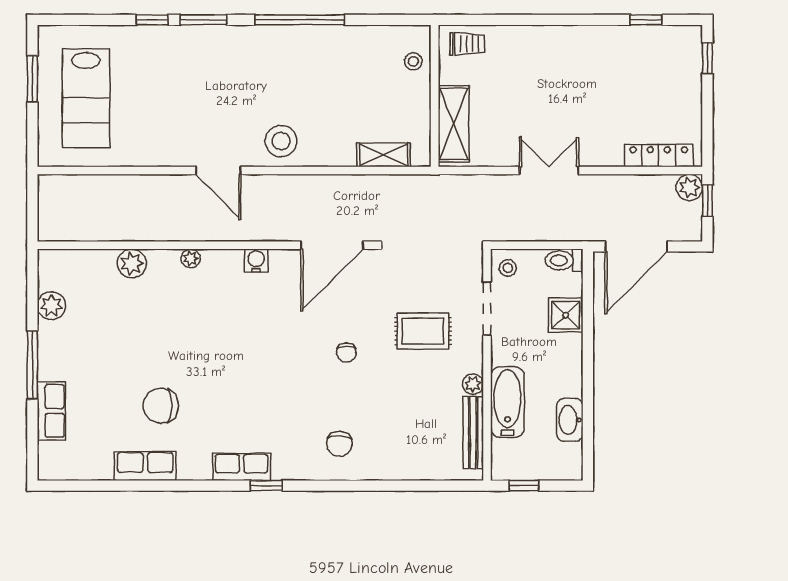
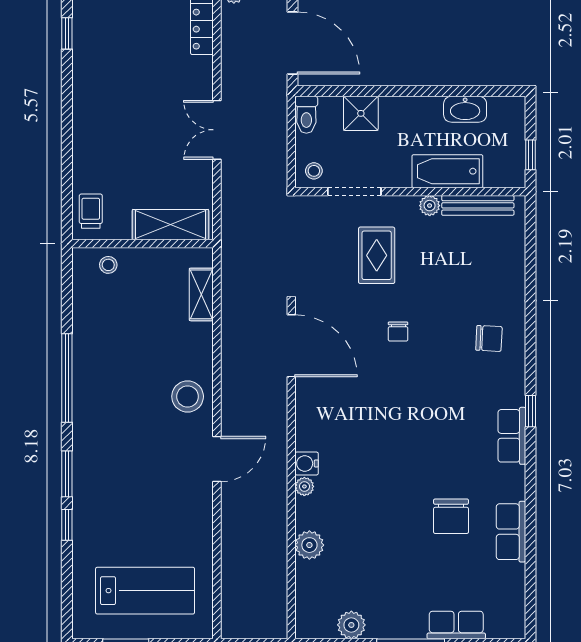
water cooler: (256, 261) -> (307, 463), moved
chair: (346, 353) -> (398, 332), turned 90

